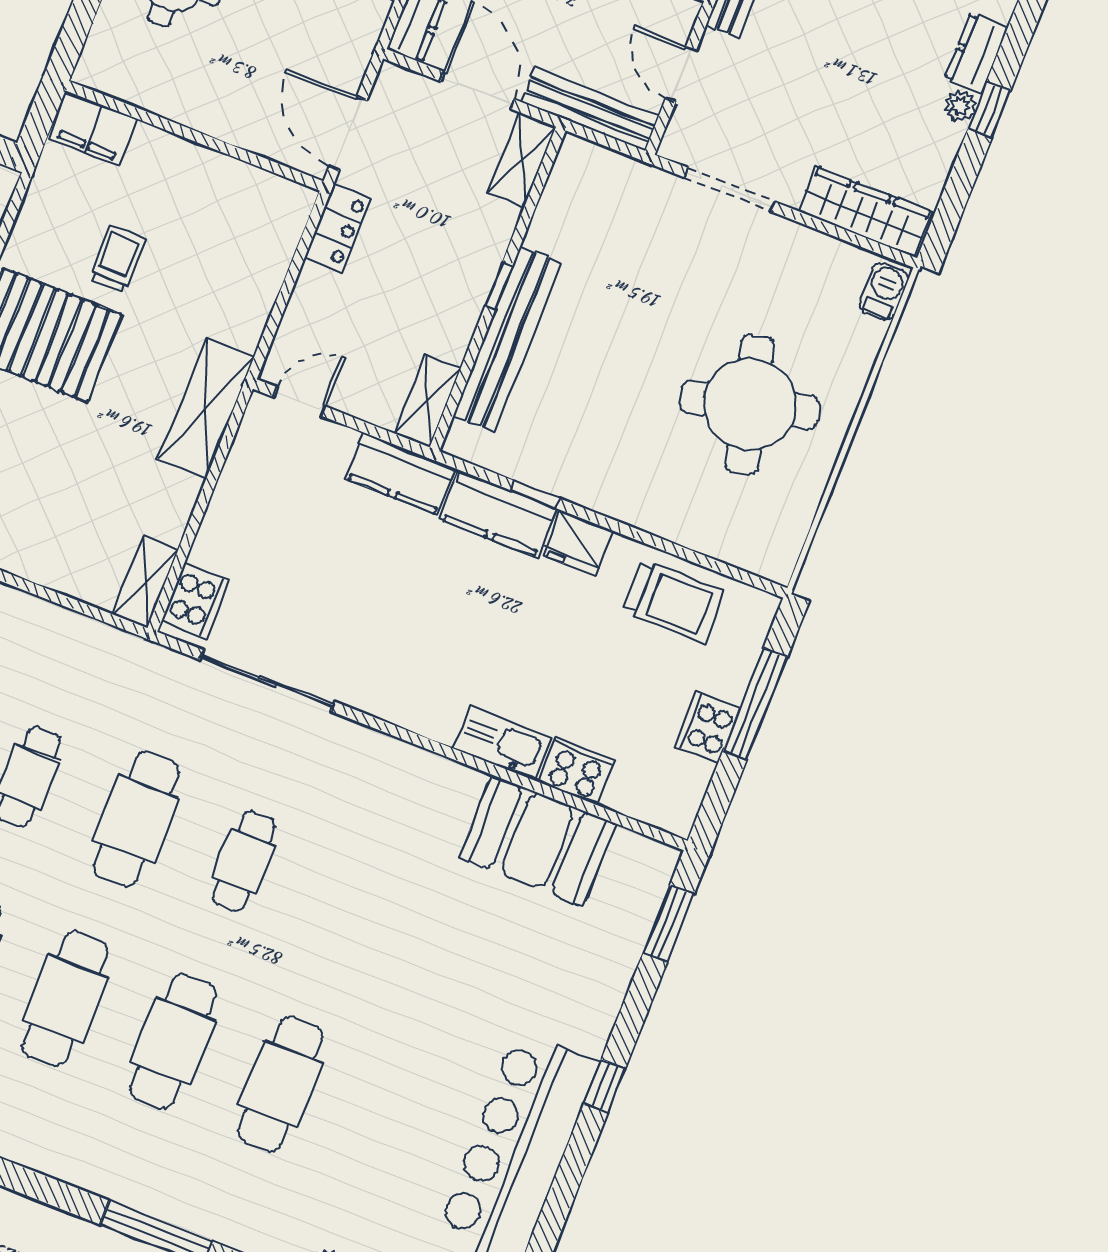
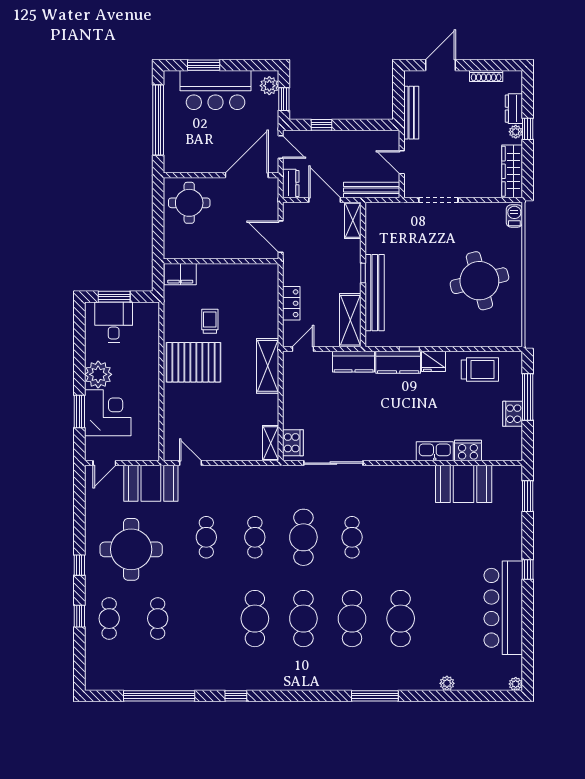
wardrobe: (865, 211) -> (512, 171), moved, turned -90
locker: (338, 228) -> (291, 303), moved
shelving: (428, 401) -> (350, 320), width x1.50, depth x1.33

